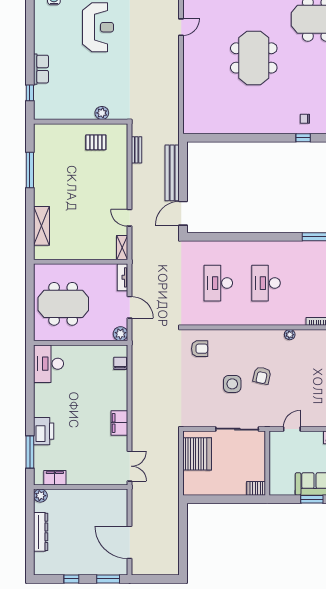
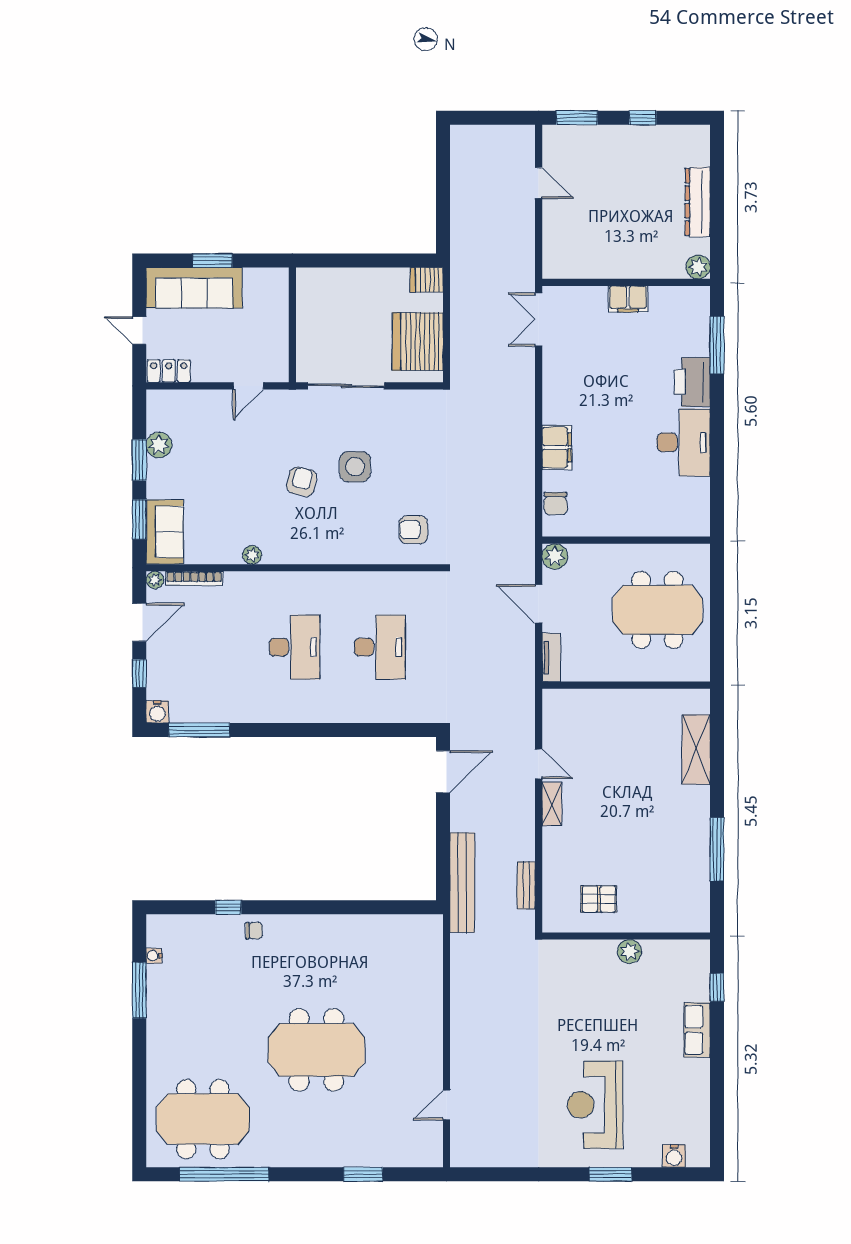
meeting table: (254, 58) -> (316, 1050), turned 90
plant: (102, 113) -> (629, 951), moved
chair: (305, 119) -> (254, 931), moved
bench: (172, 173) -> (462, 883), moved
shelving: (122, 248) -> (552, 804), moved
desk: (49, 364) -> (684, 442), moved
filing cabinet: (119, 423) -> (557, 447), moved
filing cabinet: (55, 478) -> (628, 299), moved
server rack: (256, 488) -> (427, 280), moved, turned 180
door: (130, 542) -> (539, 183), width x0.53

